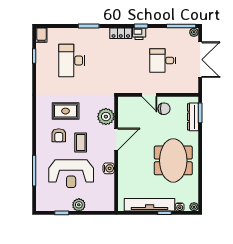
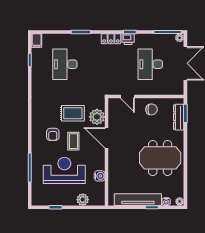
desk: (163, 60) -> (150, 64), width x1.37
door: (149, 95) -> (127, 97), moved
rug: (66, 111) -> (73, 113), moved
door: (116, 139) -> (106, 138), swing flipped
meeting table: (173, 160) -> (160, 158), turned 90
water cooler: (109, 168) -> (100, 176), moved
reception desk: (71, 174) -> (64, 170), turned 180
plant: (79, 205) -> (83, 200), moved

